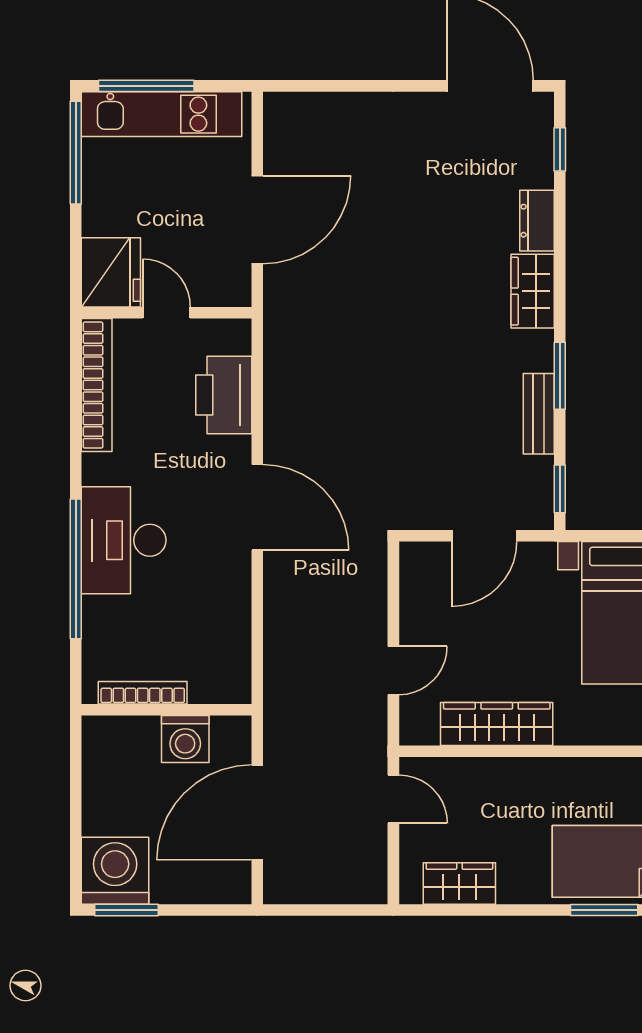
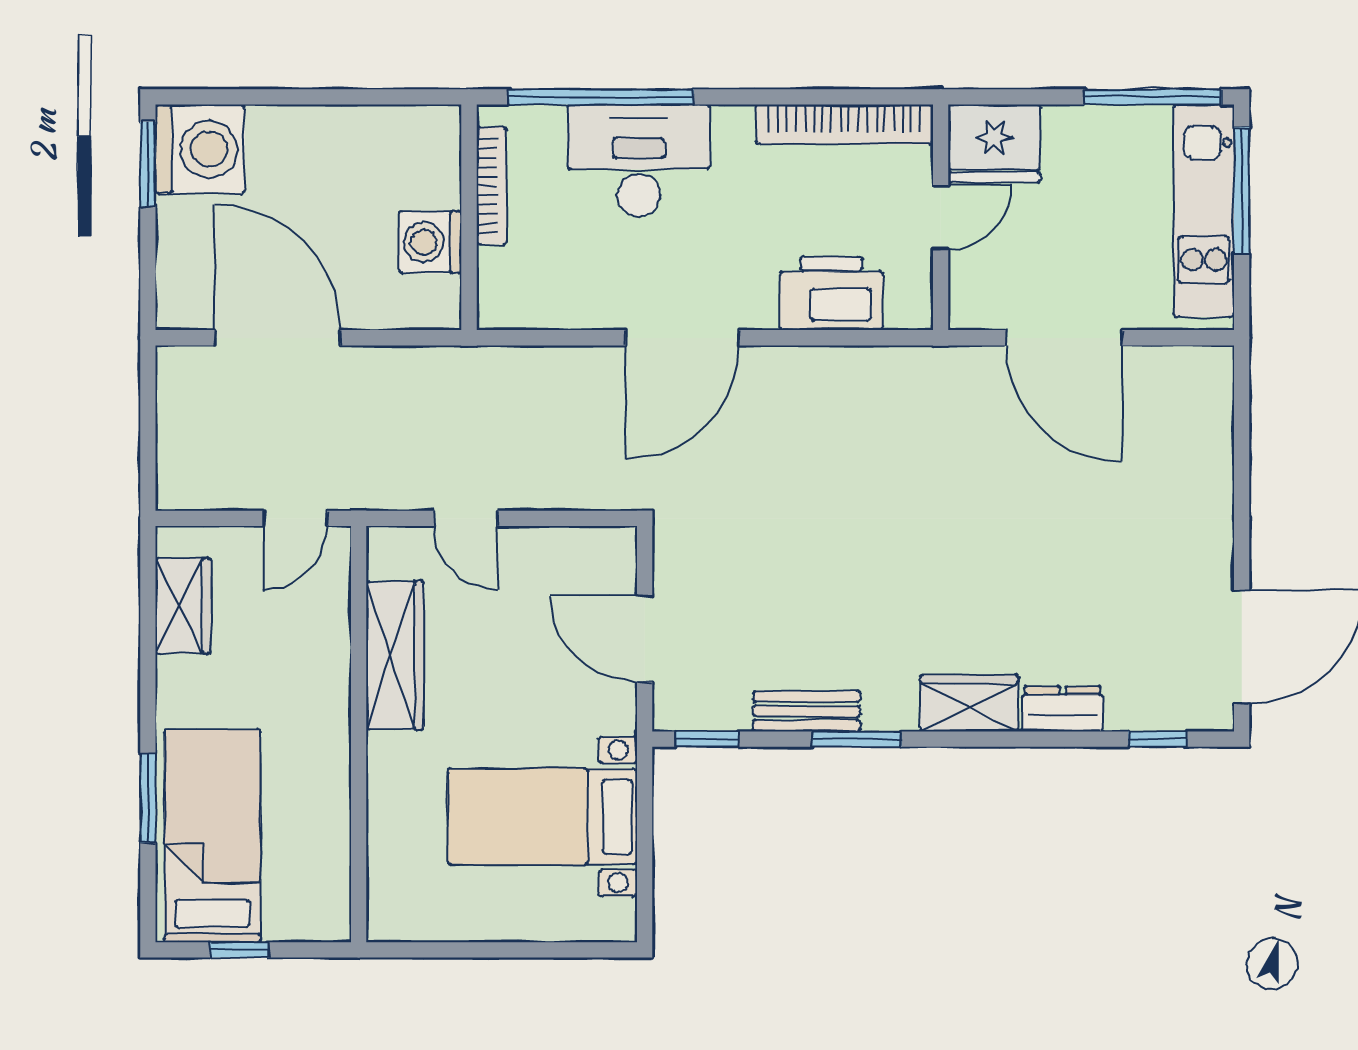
bookcase: (143, 693) -> (492, 186), moved
wall: (167, 710) -> (469, 217), moved
washing machine: (185, 739) -> (430, 242), moved

